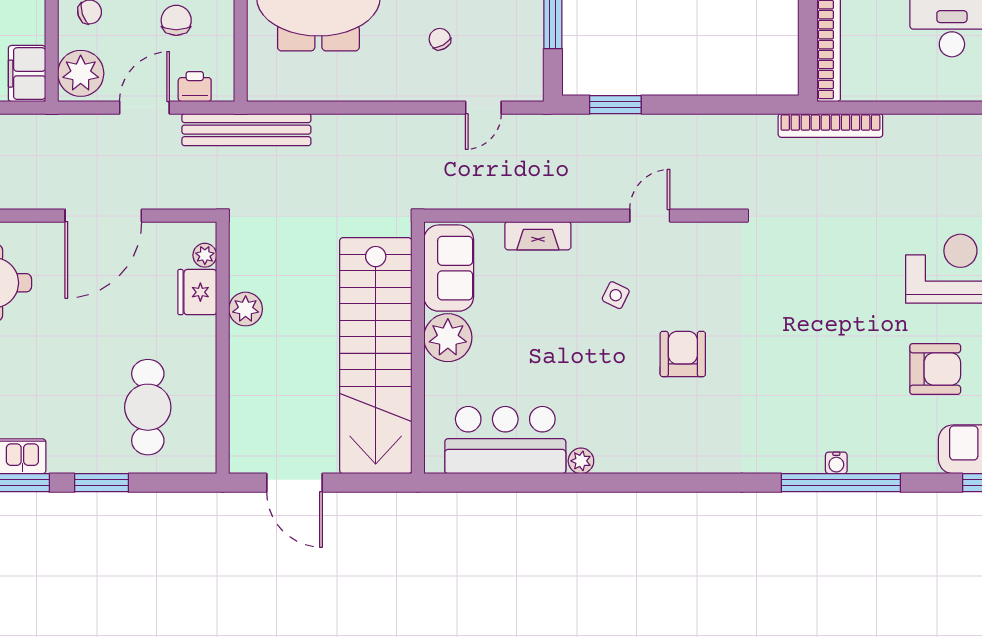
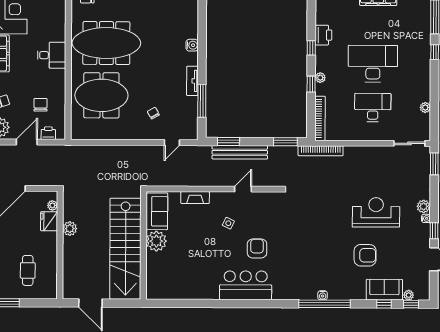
window: (748, 105) -> (285, 142), added
bench: (246, 130) -> (240, 152), moved
cafe table: (148, 407) -> (28, 270), width x0.73, depth x0.74
bar counter: (505, 440) -> (246, 285), moved
plant: (581, 461) -> (213, 294), removed

